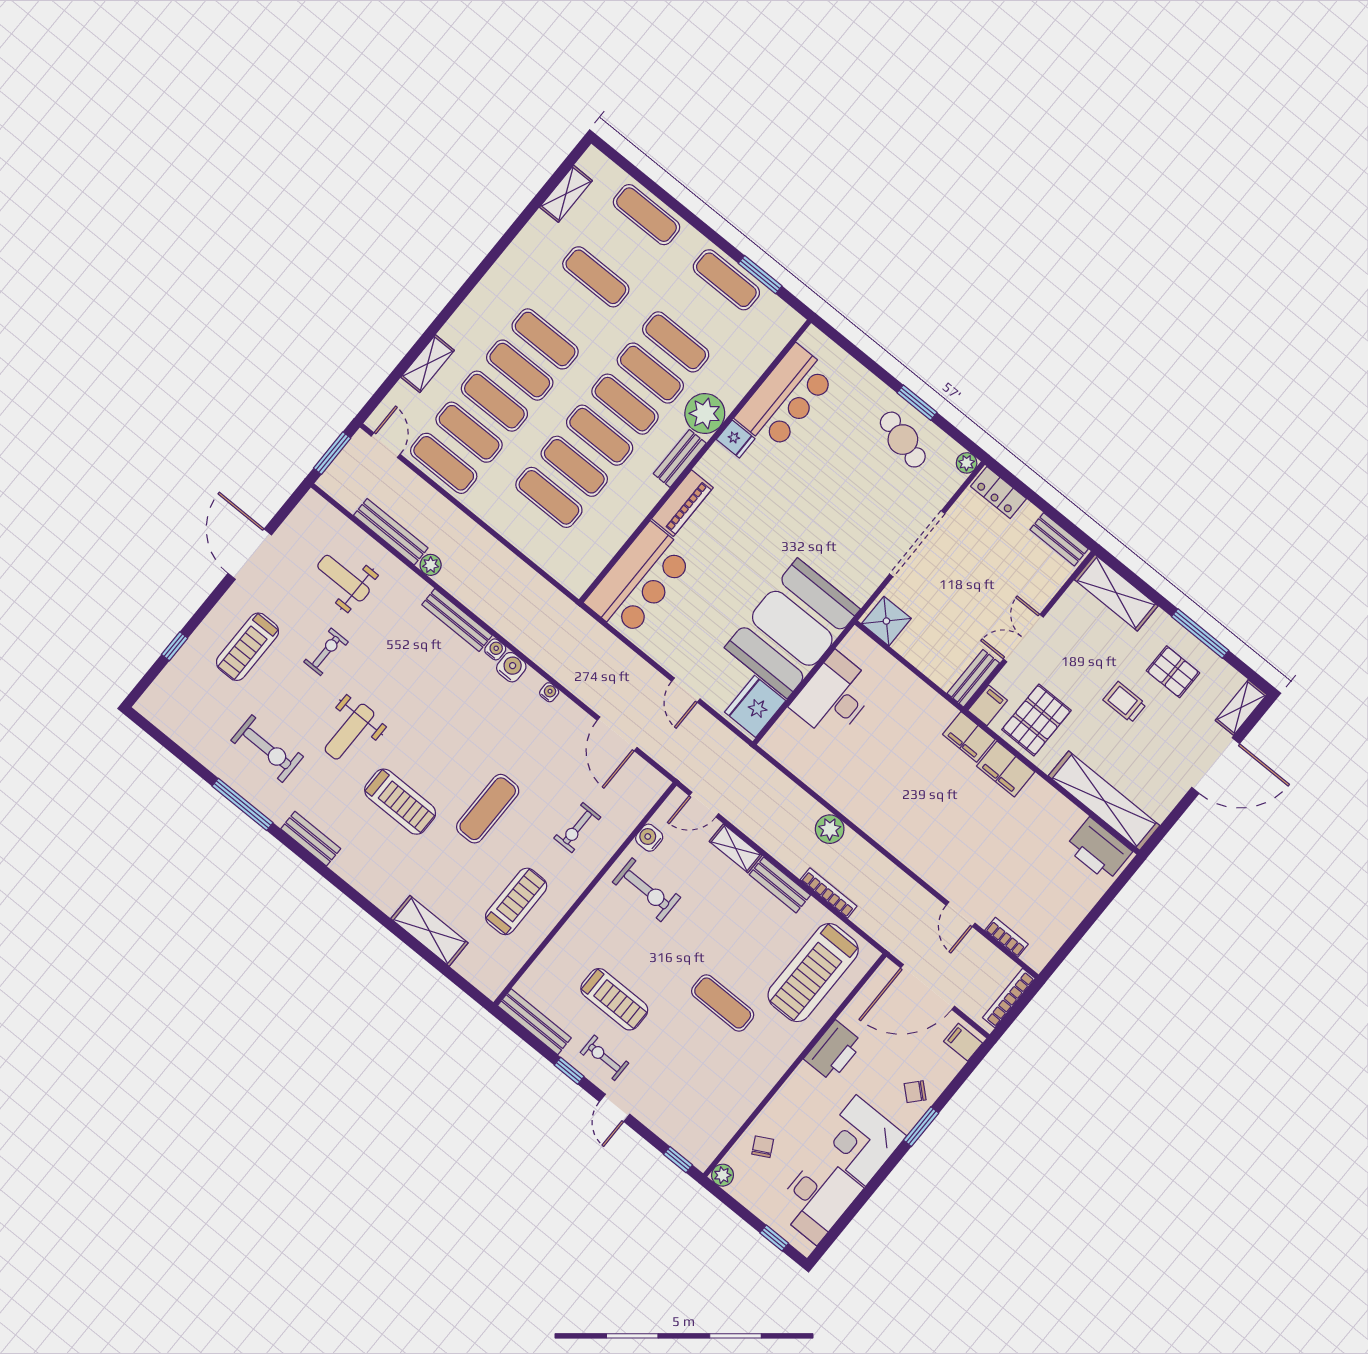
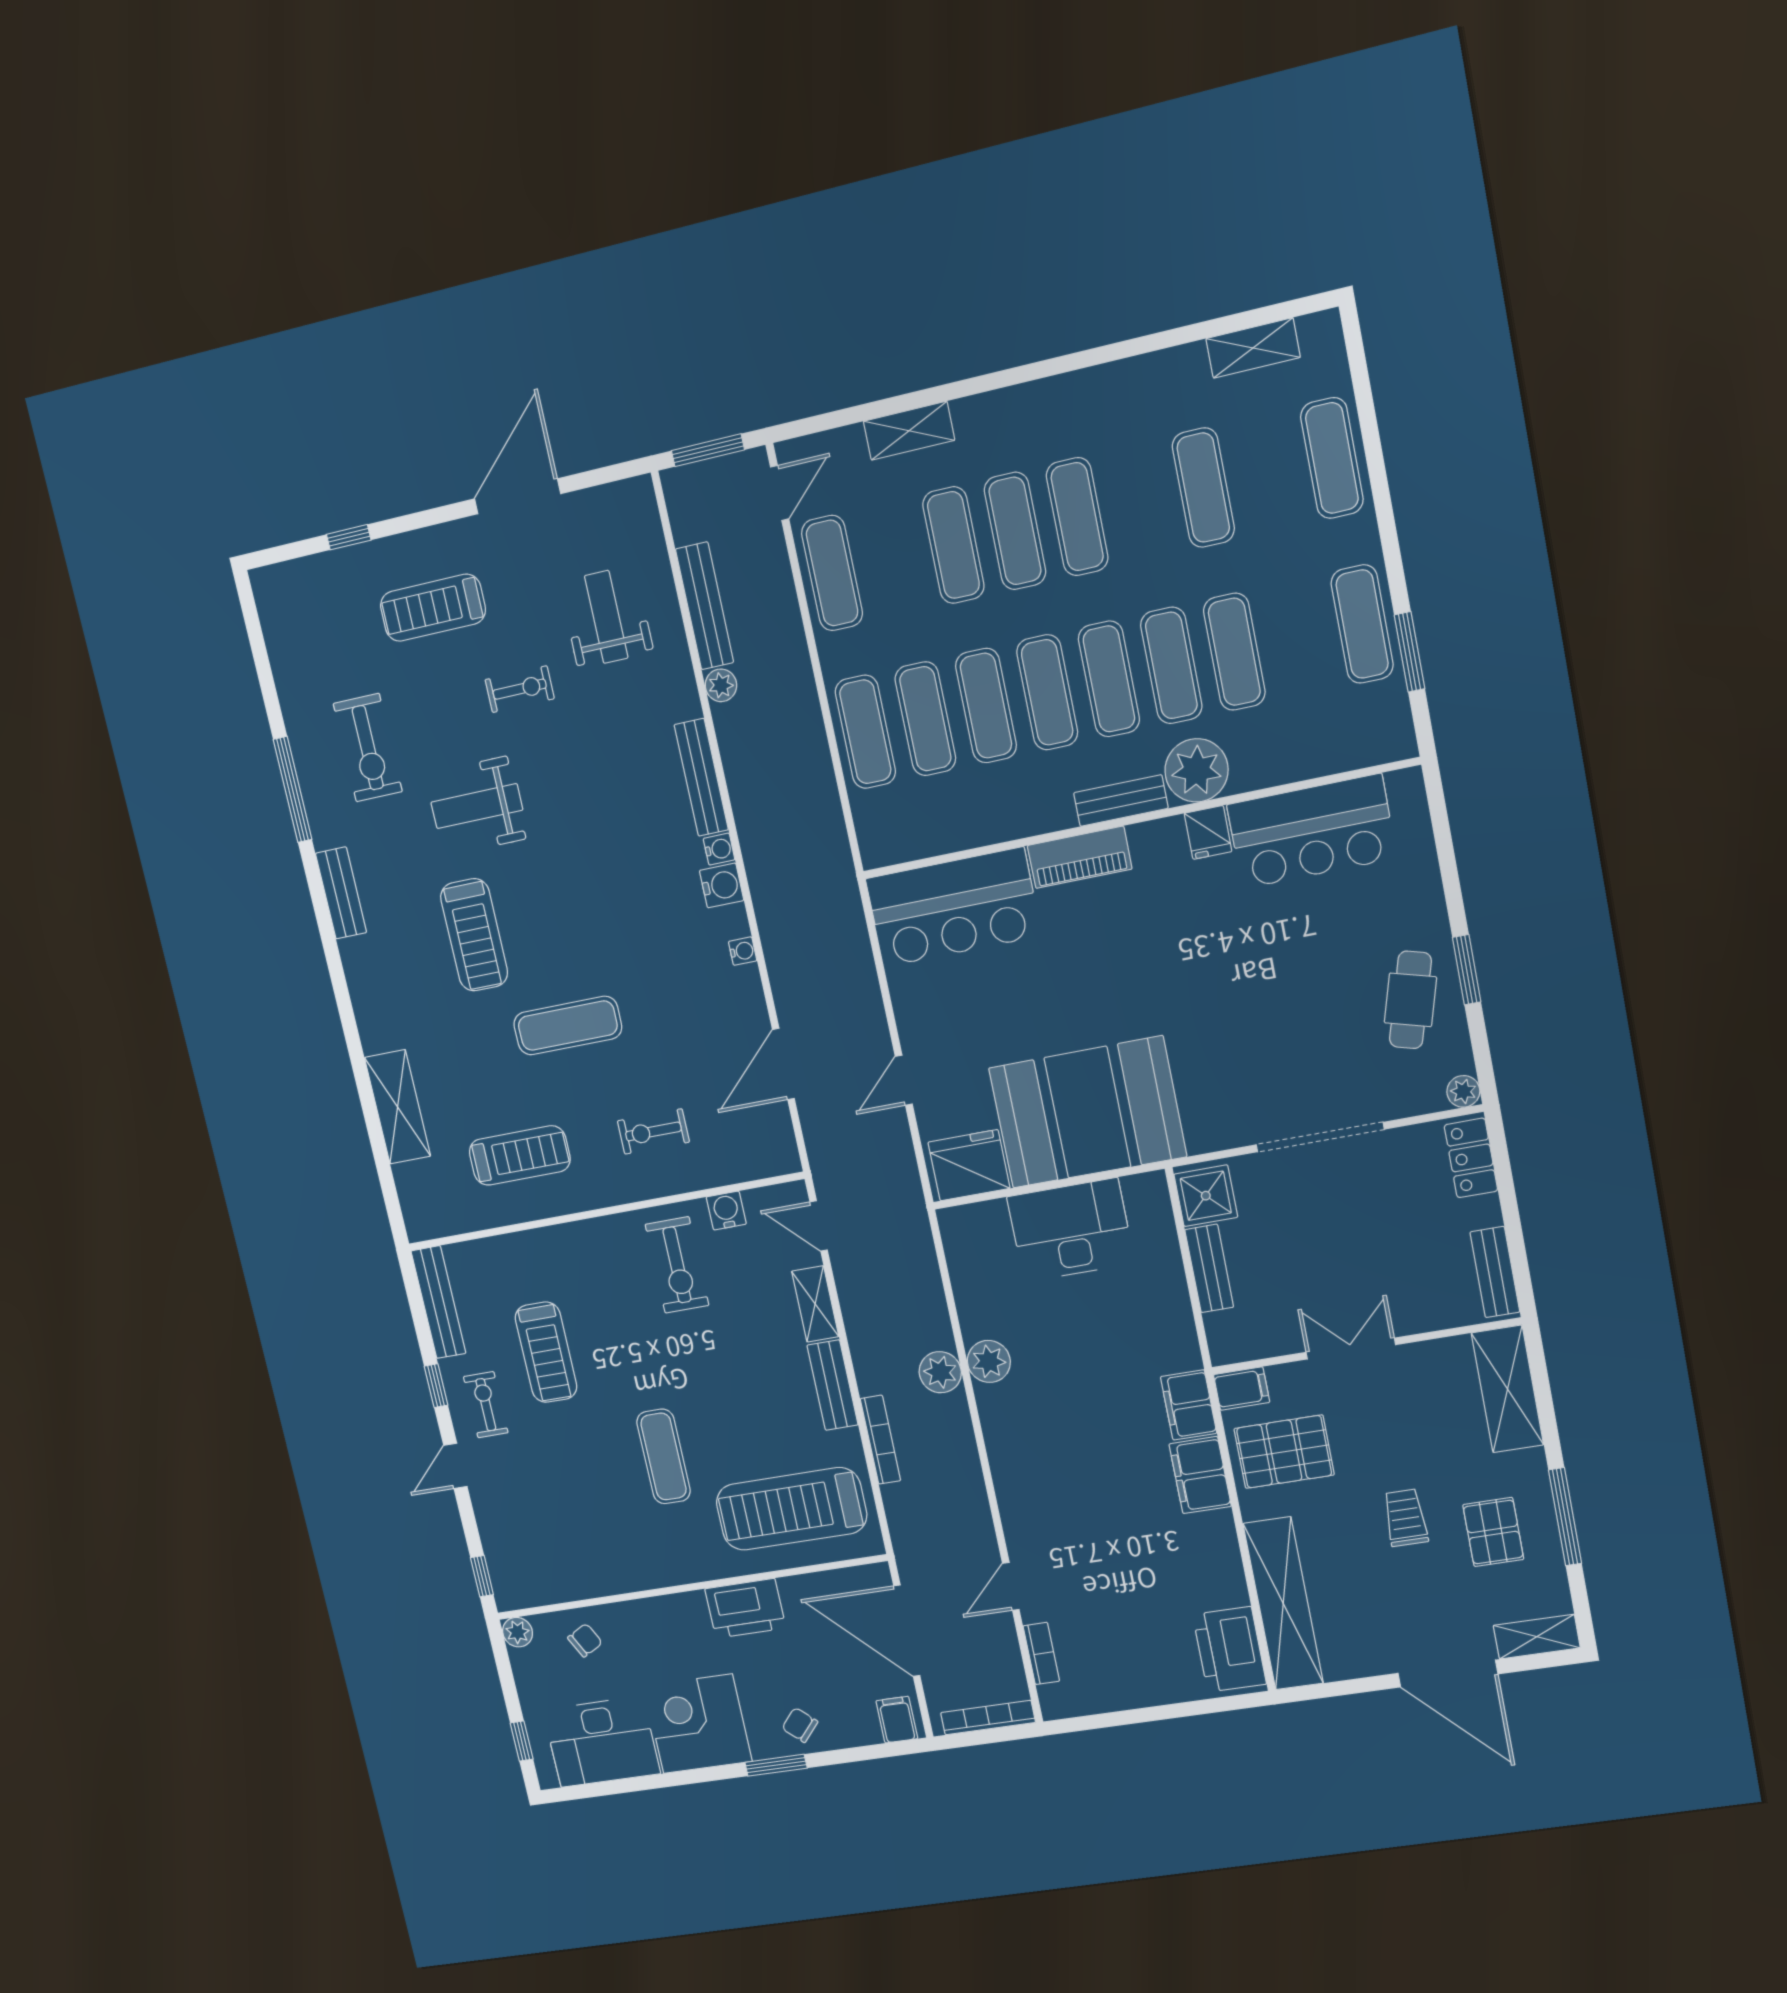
exercise mat: (469, 432) -> (865, 732), moved
bench: (973, 678) -> (1209, 1268), moved, turned 90
plant: (850, 802) -> (989, 1361), added

